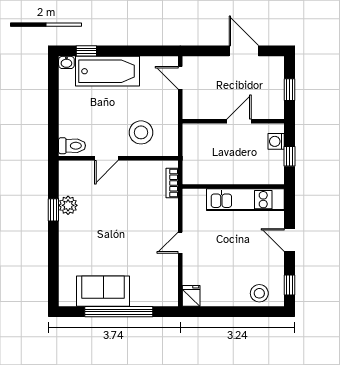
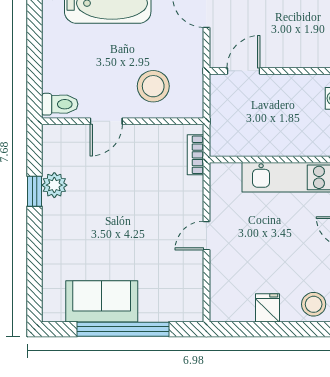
door: (239, 121) -> (243, 71), moved
fridge: (191, 296) -> (268, 308), moved

